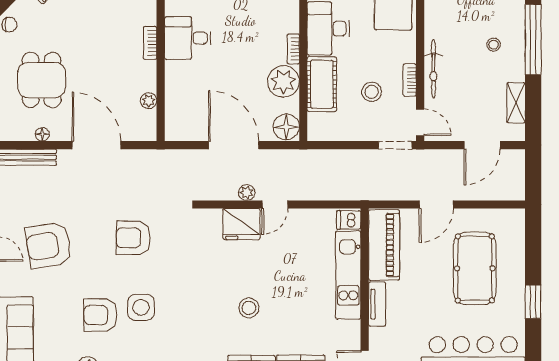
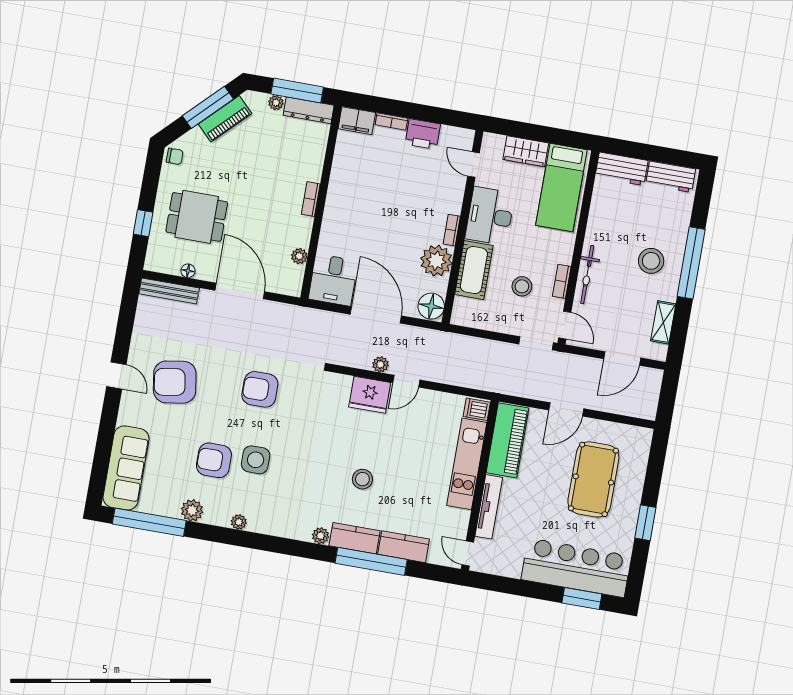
desk: (188, 38) -> (333, 280), moved, turned -90
stool: (494, 45) -> (651, 261), width x1.89, depth x1.89
dining table: (42, 80) -> (197, 217), turned 90
tv unit: (377, 304) -> (489, 507), width x1.41

